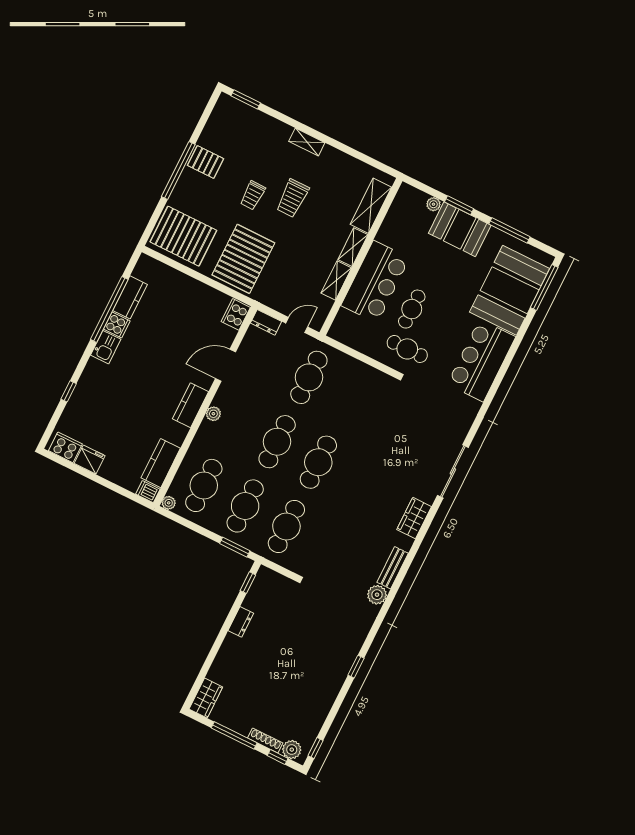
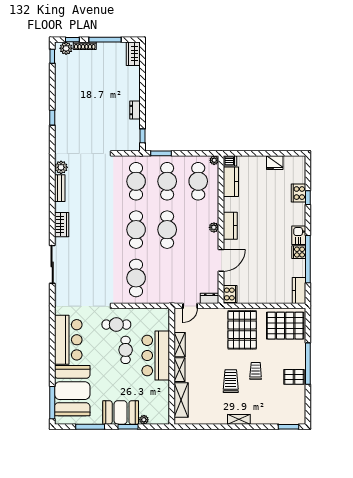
kitchen counter: (130, 297) -> (299, 290), moved
cafe table: (309, 377) -> (136, 278), moved
cooker: (65, 447) -> (298, 193), moved, turned 90

